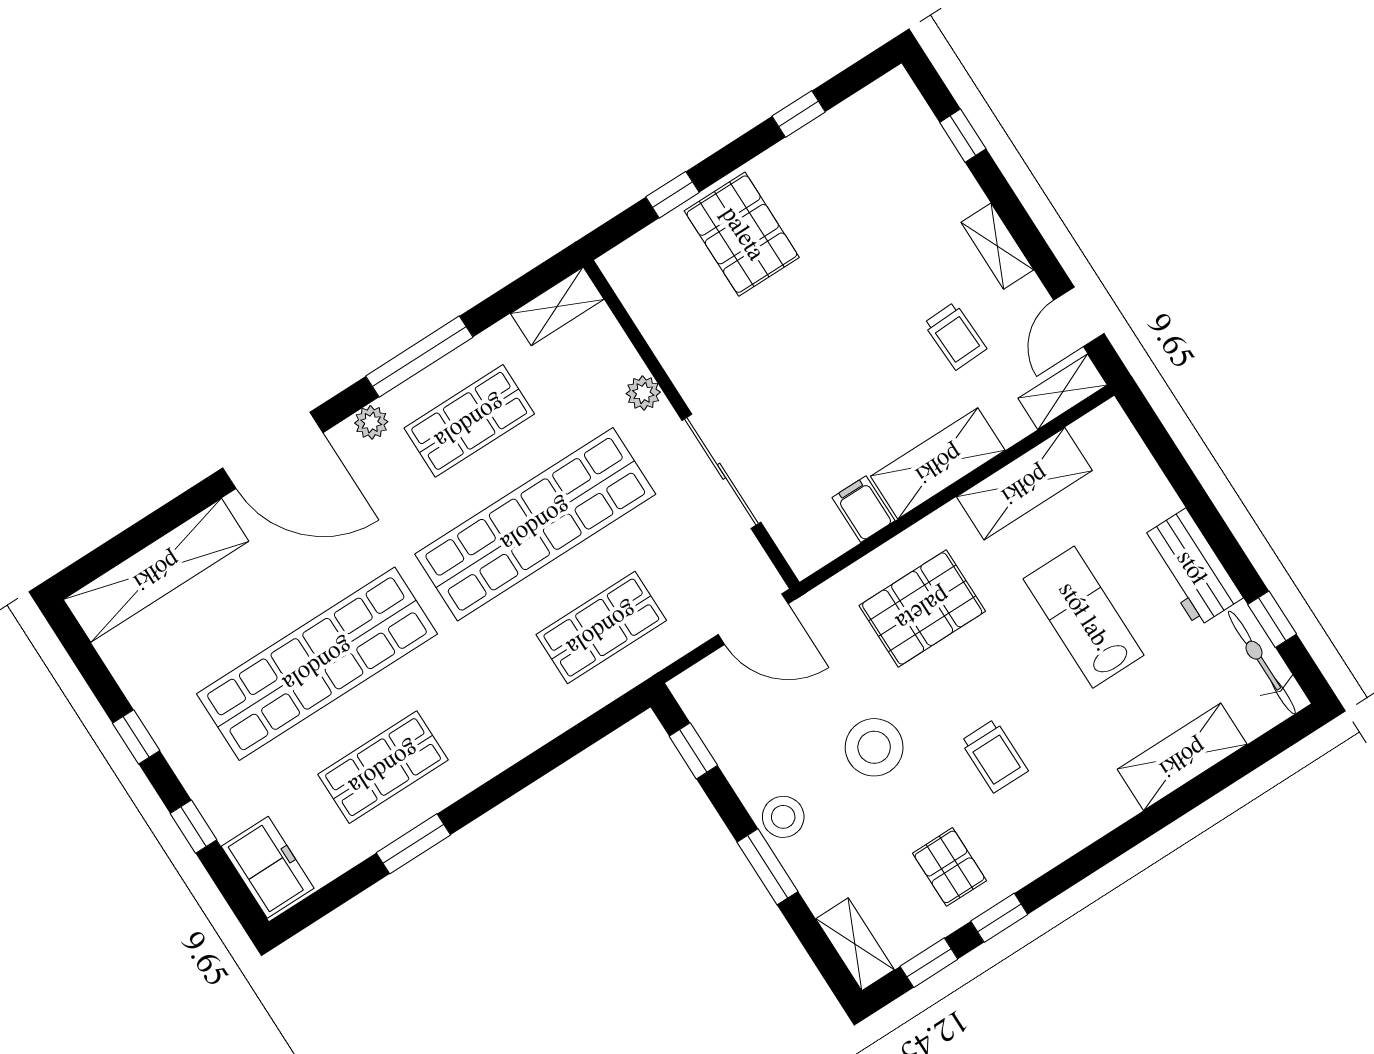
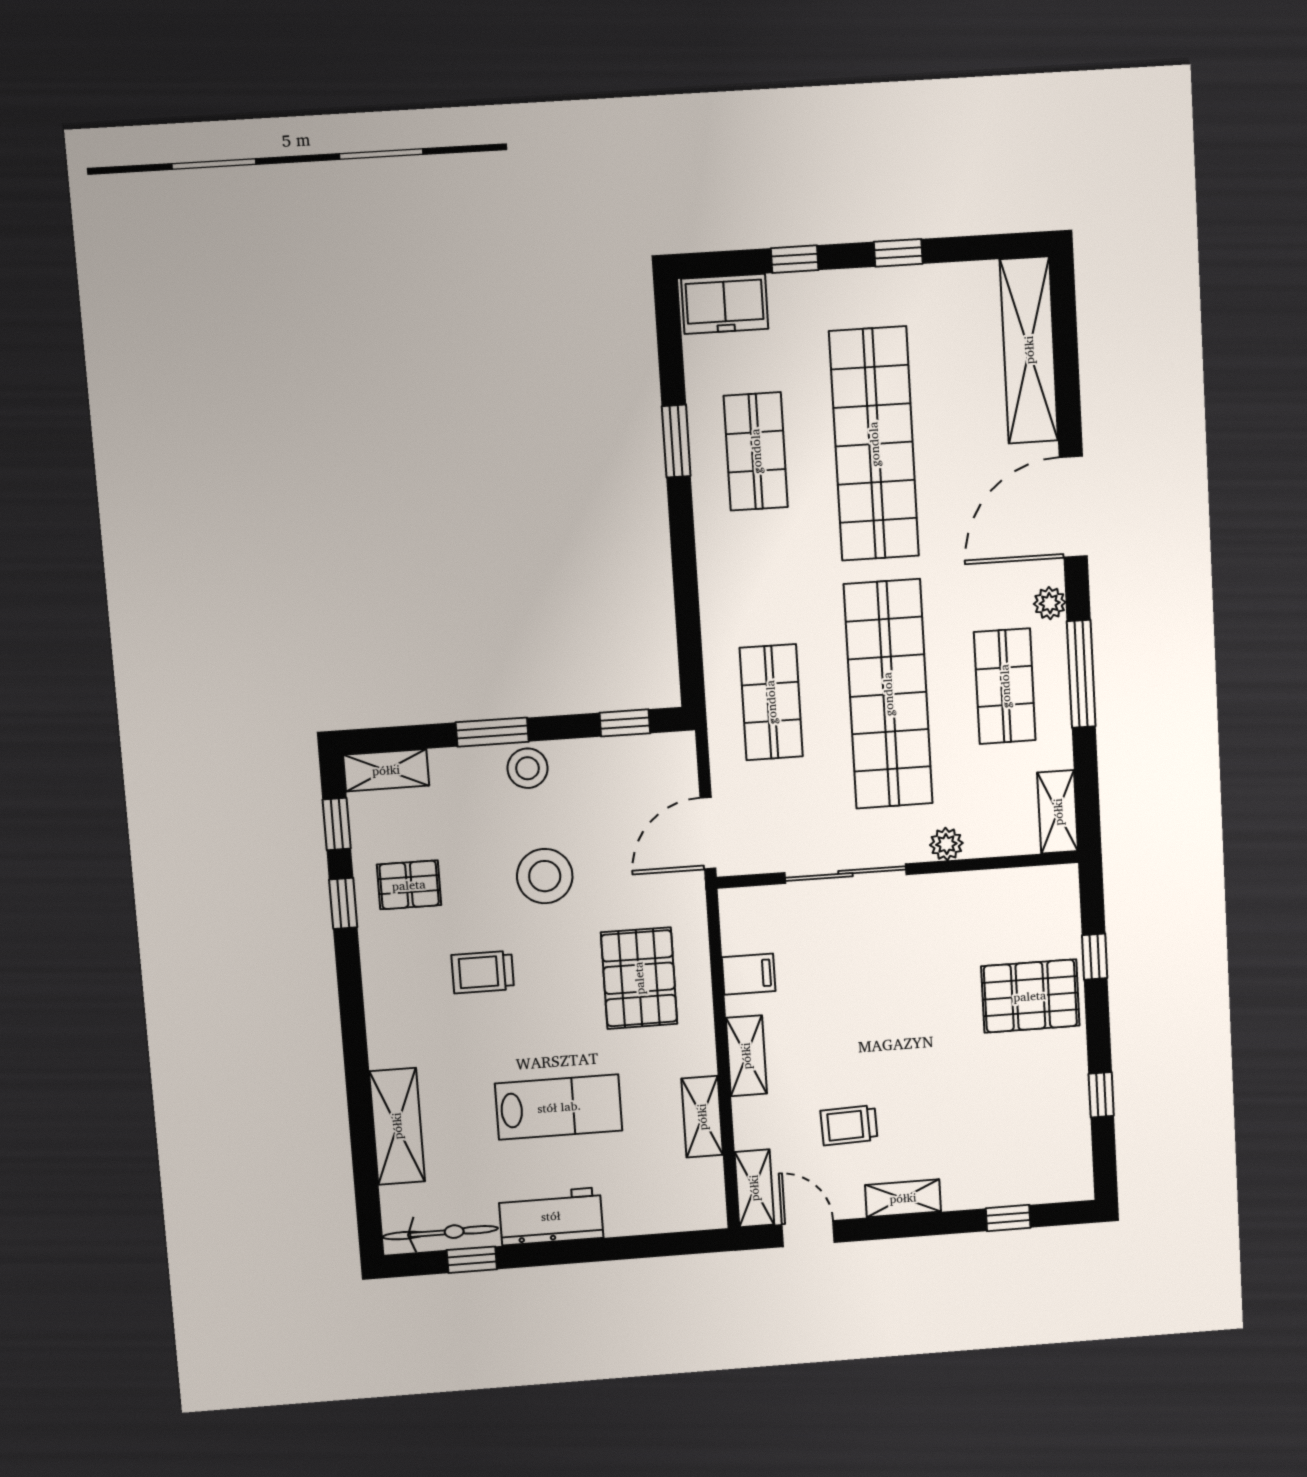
shelving: (938, 463) -> (746, 1056), width x0.67, depth x0.75
shelving: (1024, 484) -> (702, 1117), width x0.67, depth x0.75

